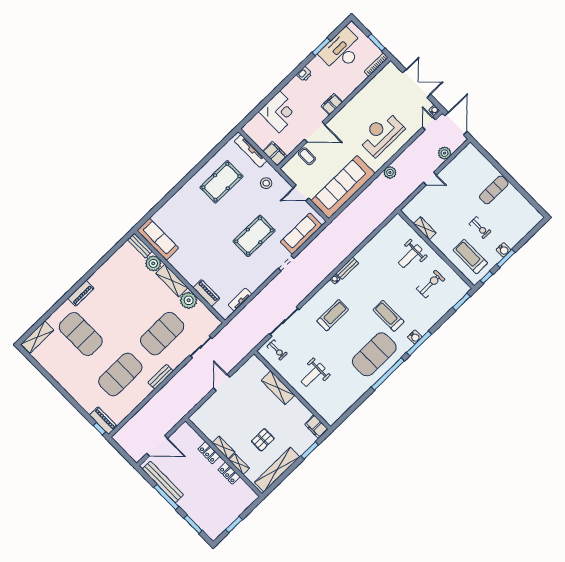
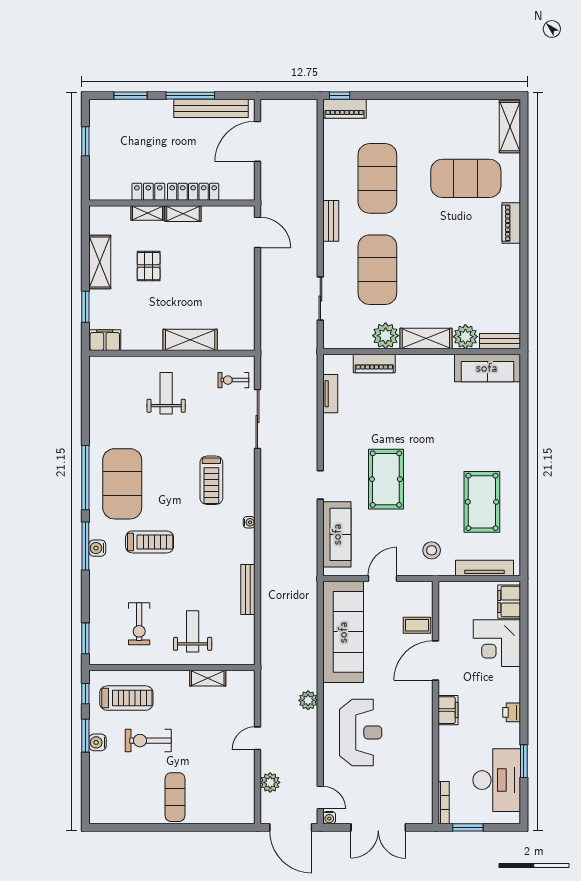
filing cabinet: (275, 154) -> (509, 602), moved, turned 90
exercise bike: (480, 228) -> (148, 741), width x1.38, depth x1.39
bench: (347, 268) -> (248, 590), moved, width x1.36
door: (222, 383) -> (257, 232), moved
locker: (209, 453) -> (193, 192), width x1.53
shelving: (277, 470) -> (100, 262), width x0.68

